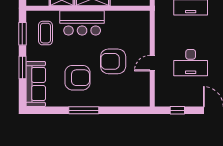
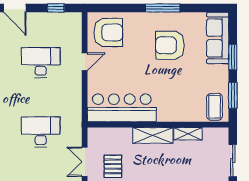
bar counter: (82, 23) -> (122, 108), moved, width x1.36
coffee table: (45, 33) -> (215, 107), moved
armchair: (113, 61) -> (108, 32), moved

